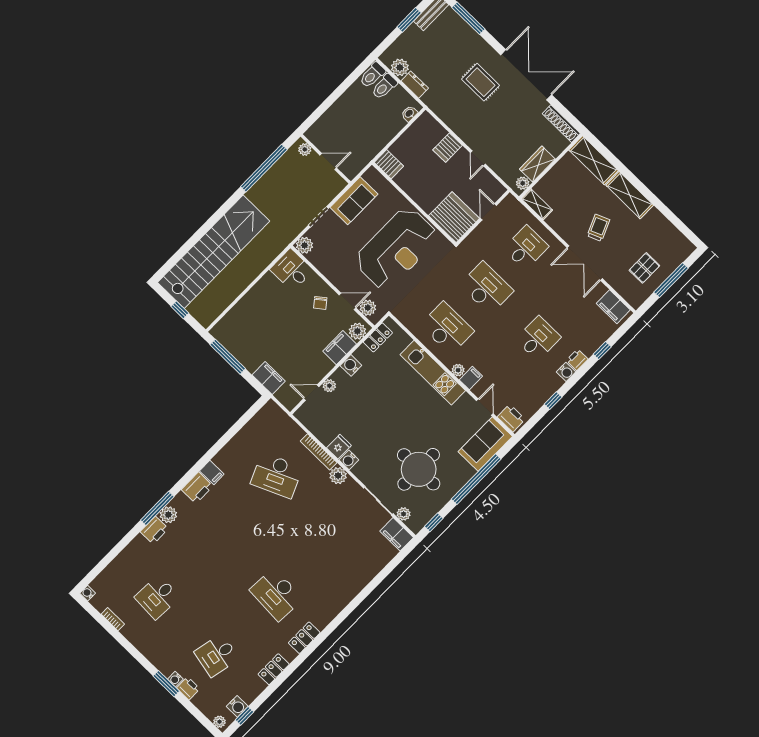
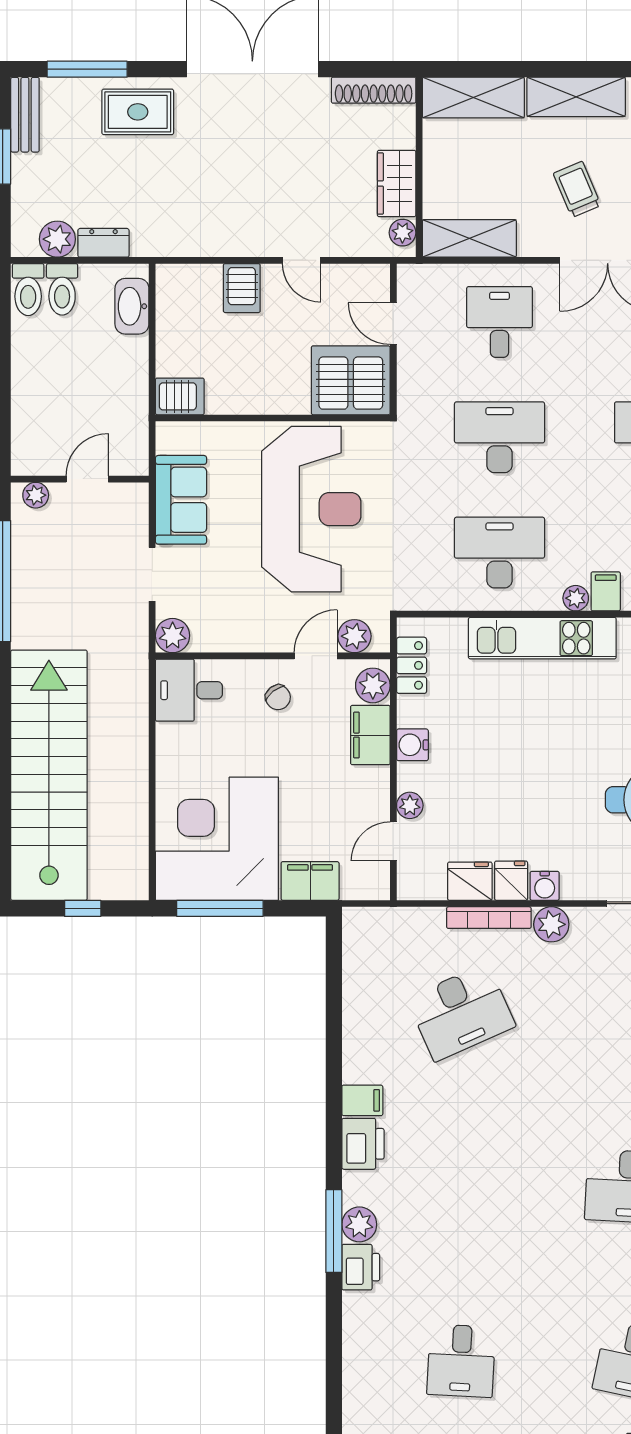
rug: (480, 82) -> (138, 112), moved
washbasin: (409, 114) -> (132, 306), width x1.91, depth x1.45
shelving: (537, 204) -> (469, 238), width x1.50, depth x1.33
corner desk: (251, 331) -> (217, 839), added
fridge: (324, 433) -> (470, 881), added

